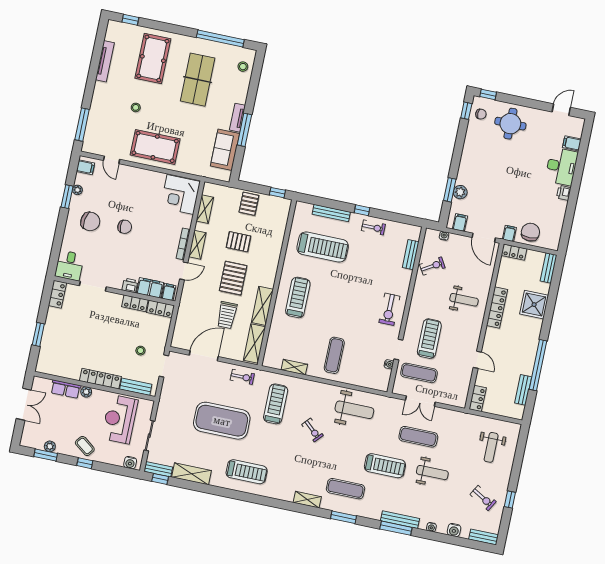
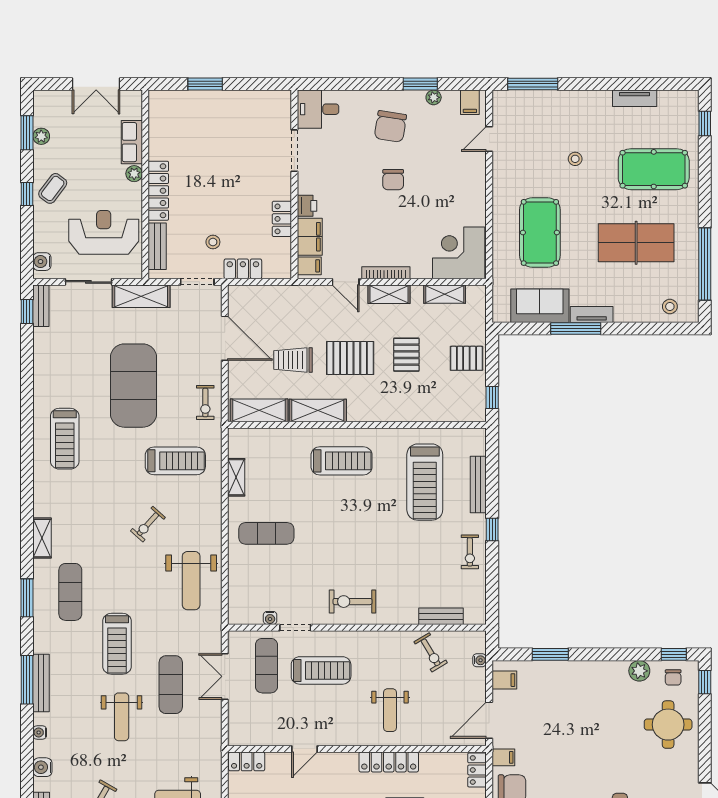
tv unit: (105, 61) -> (635, 98), width x0.71
pool table: (155, 147) -> (540, 232), moved
plant: (460, 192) -> (639, 671), moved
locker: (57, 294) -> (271, 100), removed
locker: (160, 309) -> (243, 269), moved, turned 90
shelving: (191, 474) -> (141, 296), moved, turned 90

